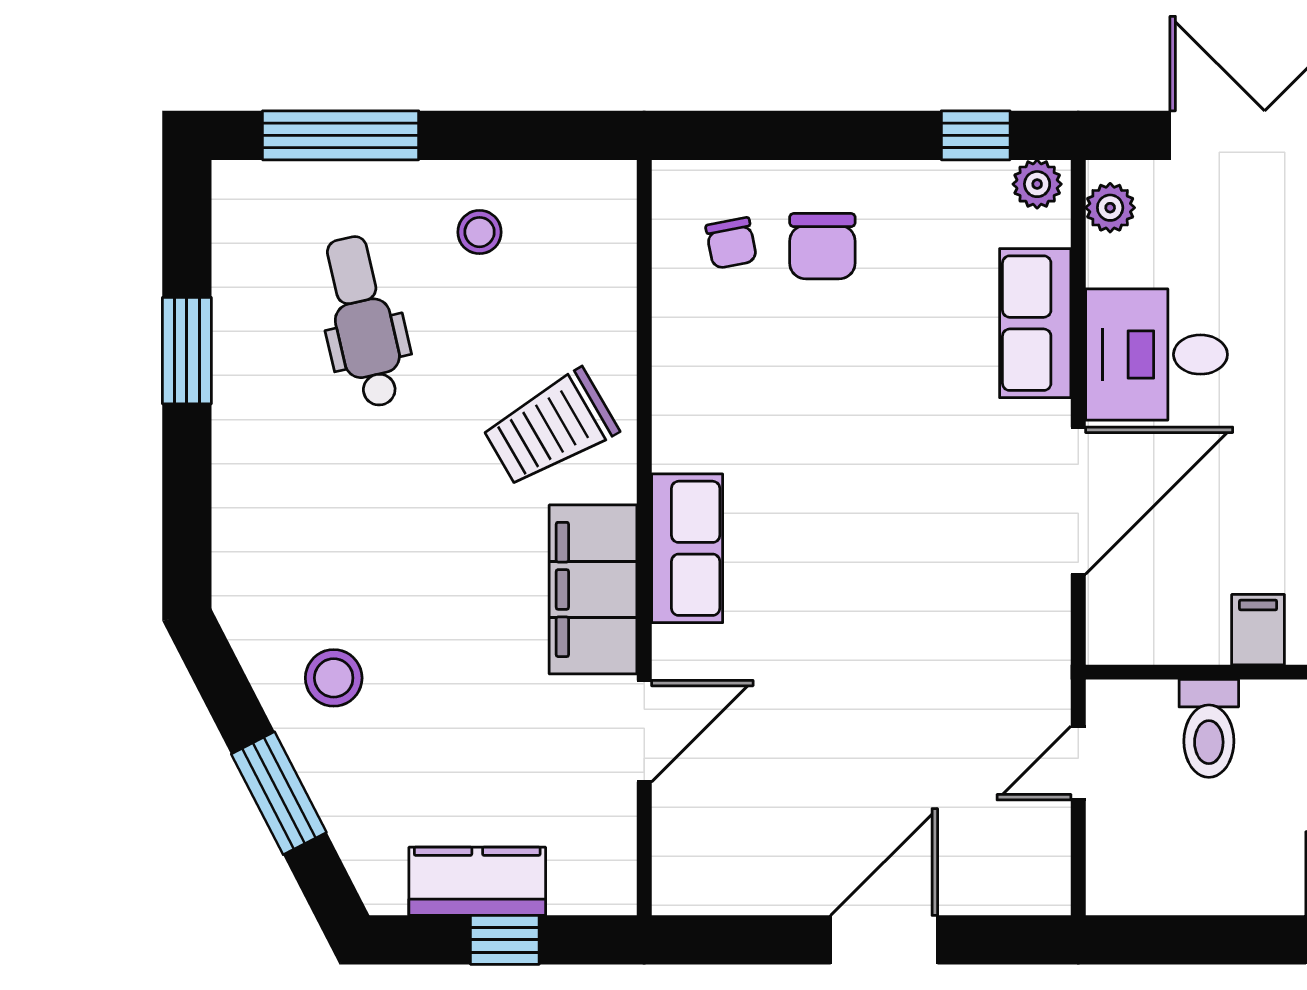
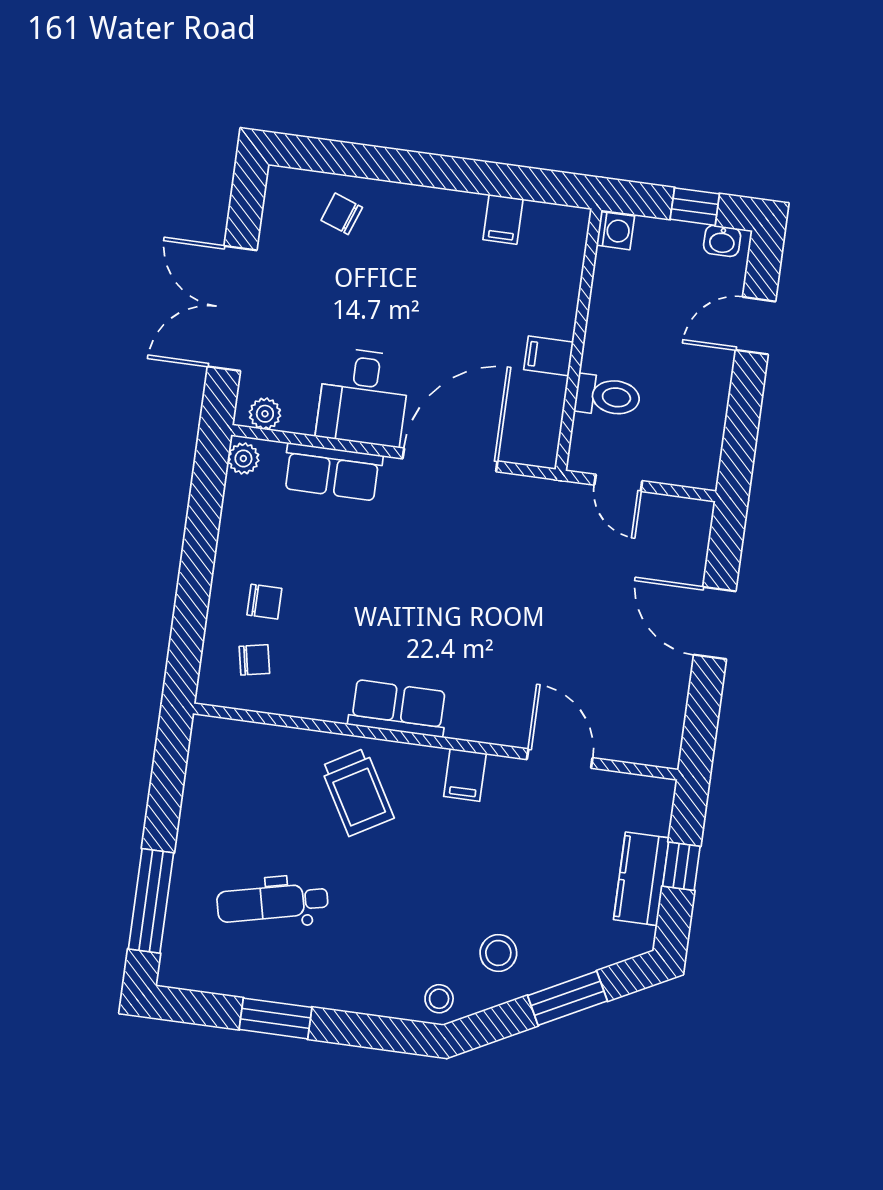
window: (976, 135) -> (207, 494), removed
stool: (480, 232) -> (439, 999), moved
chair: (822, 246) -> (264, 602), width x0.73, depth x0.73
door: (1078, 501) -> (450, 460), hinge flipped
row of seats: (687, 548) -> (398, 708), moved
filing cabinet: (593, 589) -> (465, 775), width x0.33, depth x0.86

